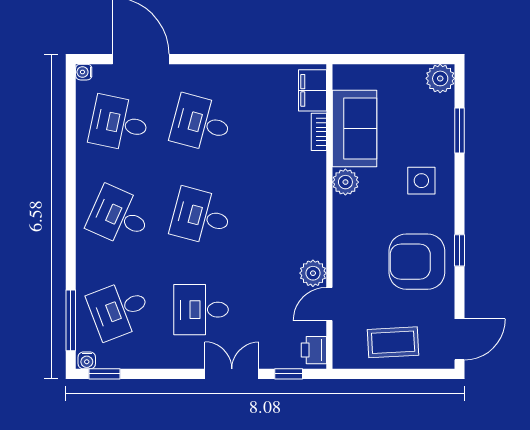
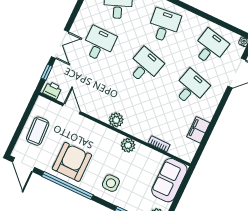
filing cabinet: (312, 90) -> (198, 130), moved, turned -90
sofa: (354, 129) -> (169, 180), moved, turned 90
desk: (119, 216) -> (164, 25), turned -30
window: (460, 250) -> (67, 186), width x3.17
plant: (313, 273) -> (116, 120), moved

